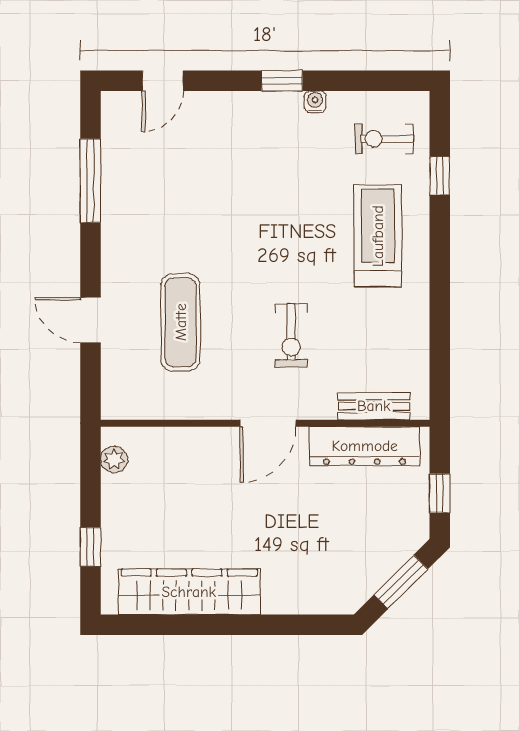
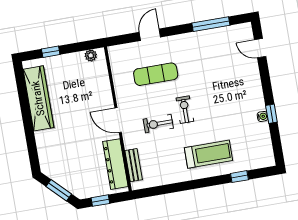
window: (282, 81) -> (271, 114), moved
exercise bike: (384, 139) -> (185, 110), moved

